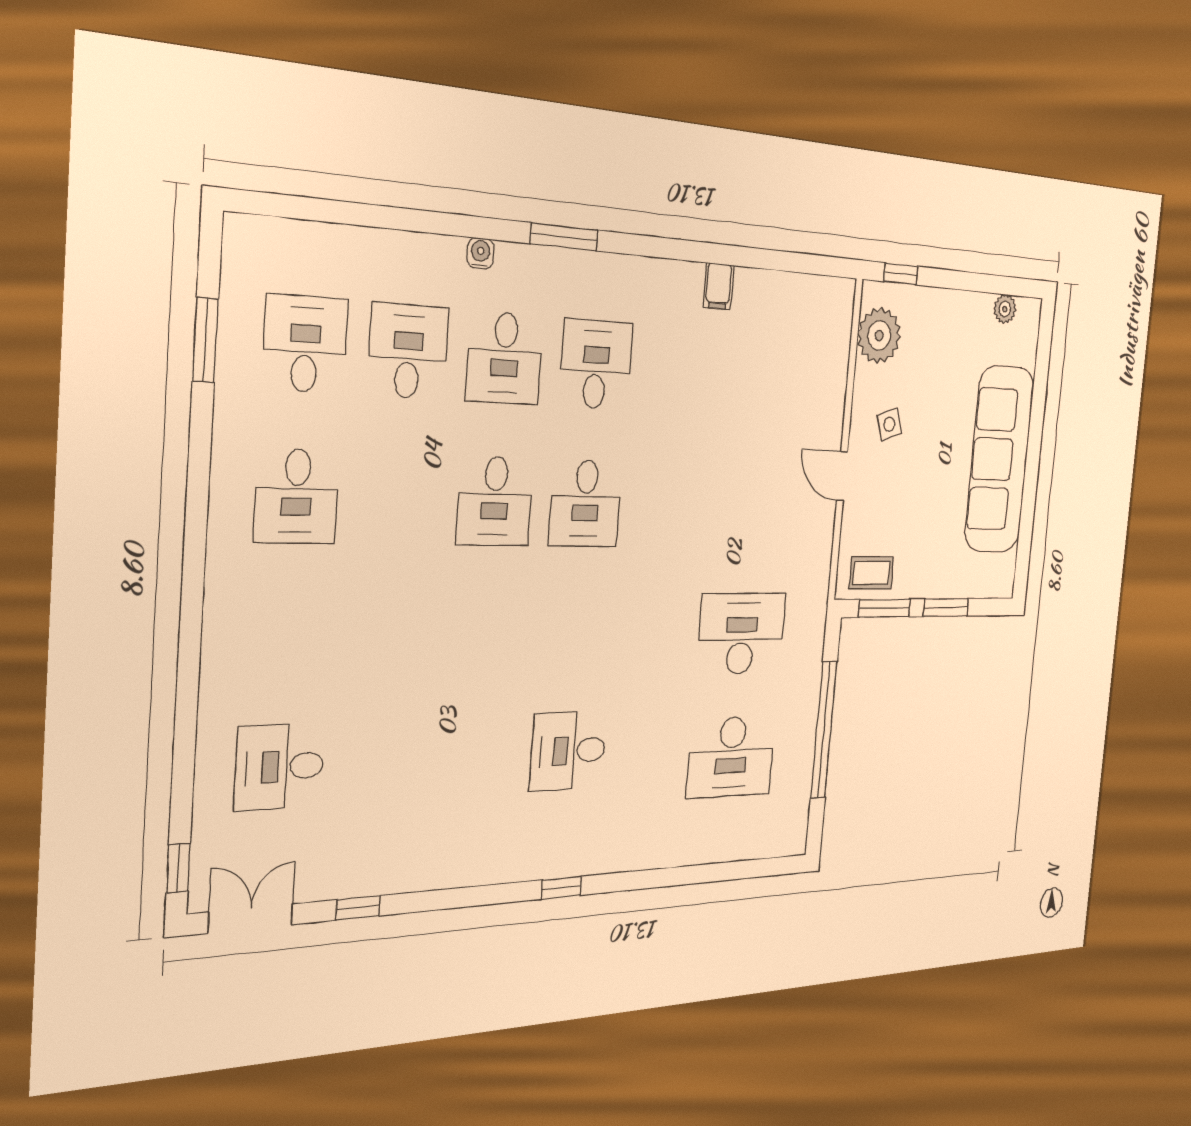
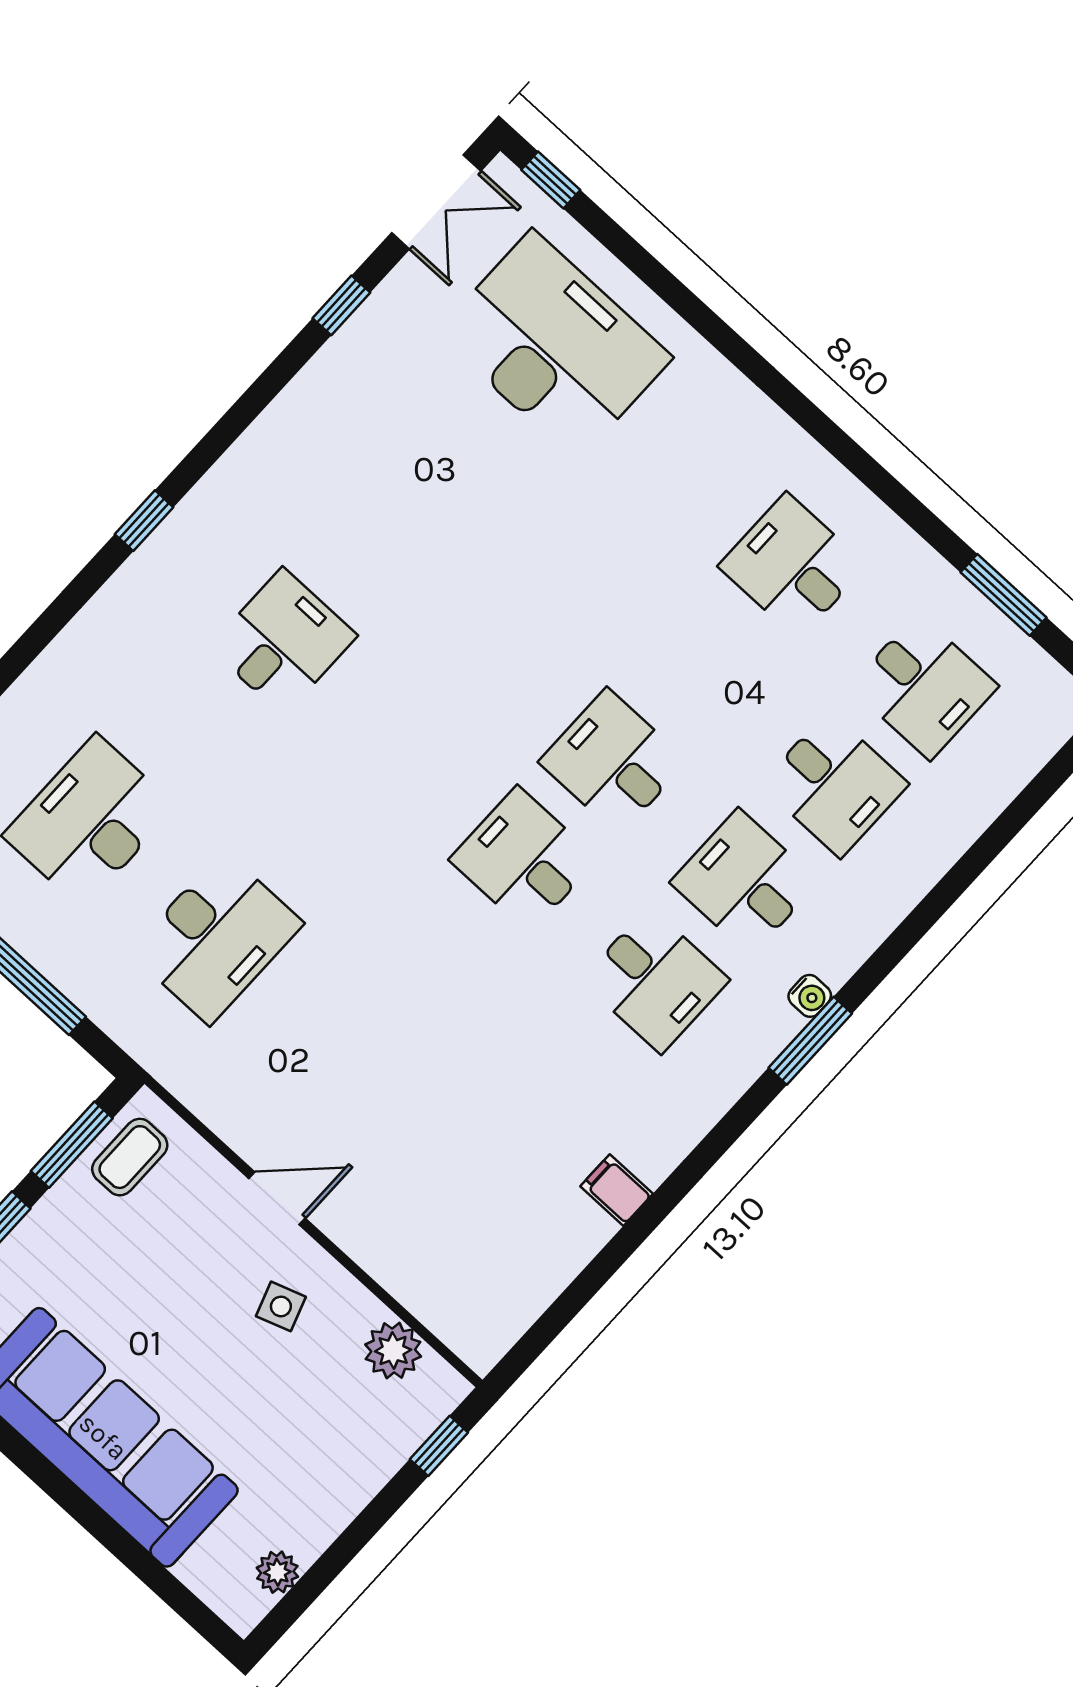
water cooler: (480, 253) -> (810, 996), moved
plant: (879, 335) -> (393, 1351), width x0.73, depth x0.73
desk: (280, 767) -> (554, 345), width x1.87, depth x1.30

